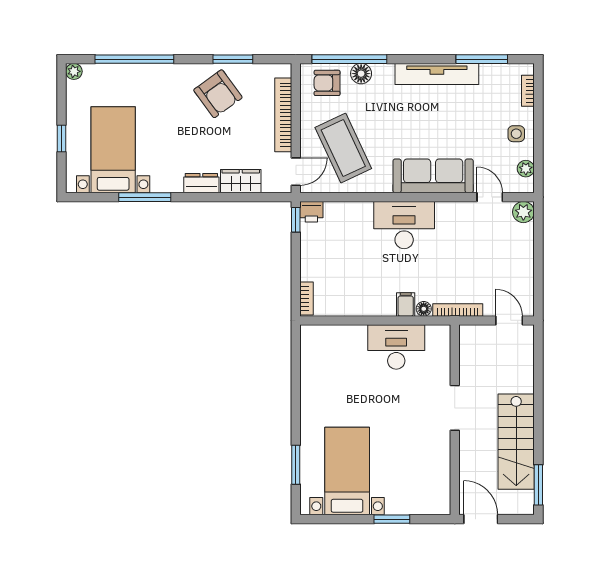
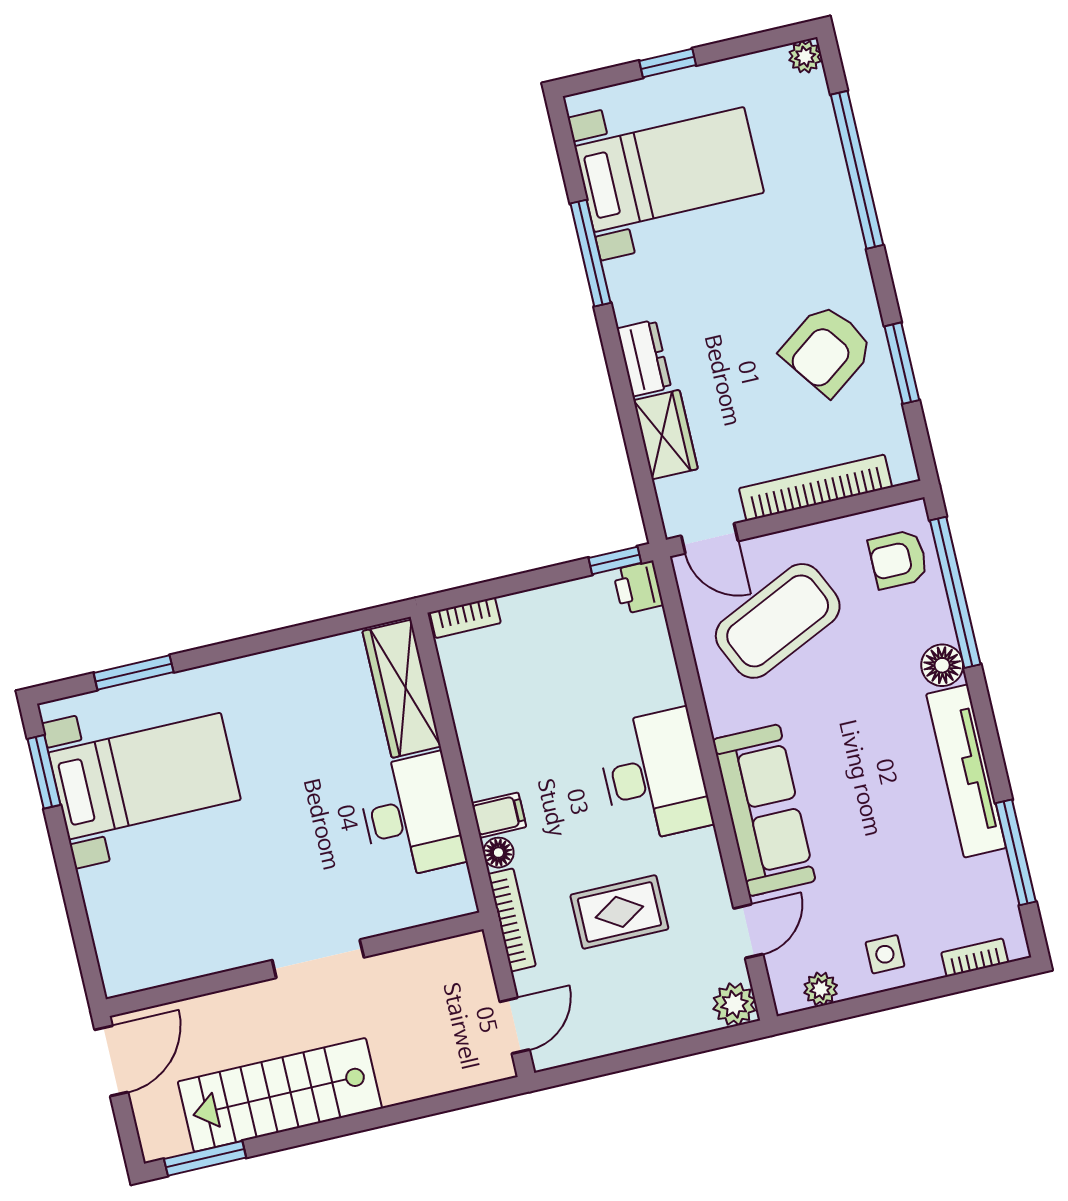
floor lamp: (361, 74) -> (942, 665), moved
armchair: (327, 83) -> (898, 559), turned -90
rug: (466, 257) -> (619, 912), added
wardrobe: (334, 337) -> (402, 689), added
window: (392, 519) -> (44, 772), moved

